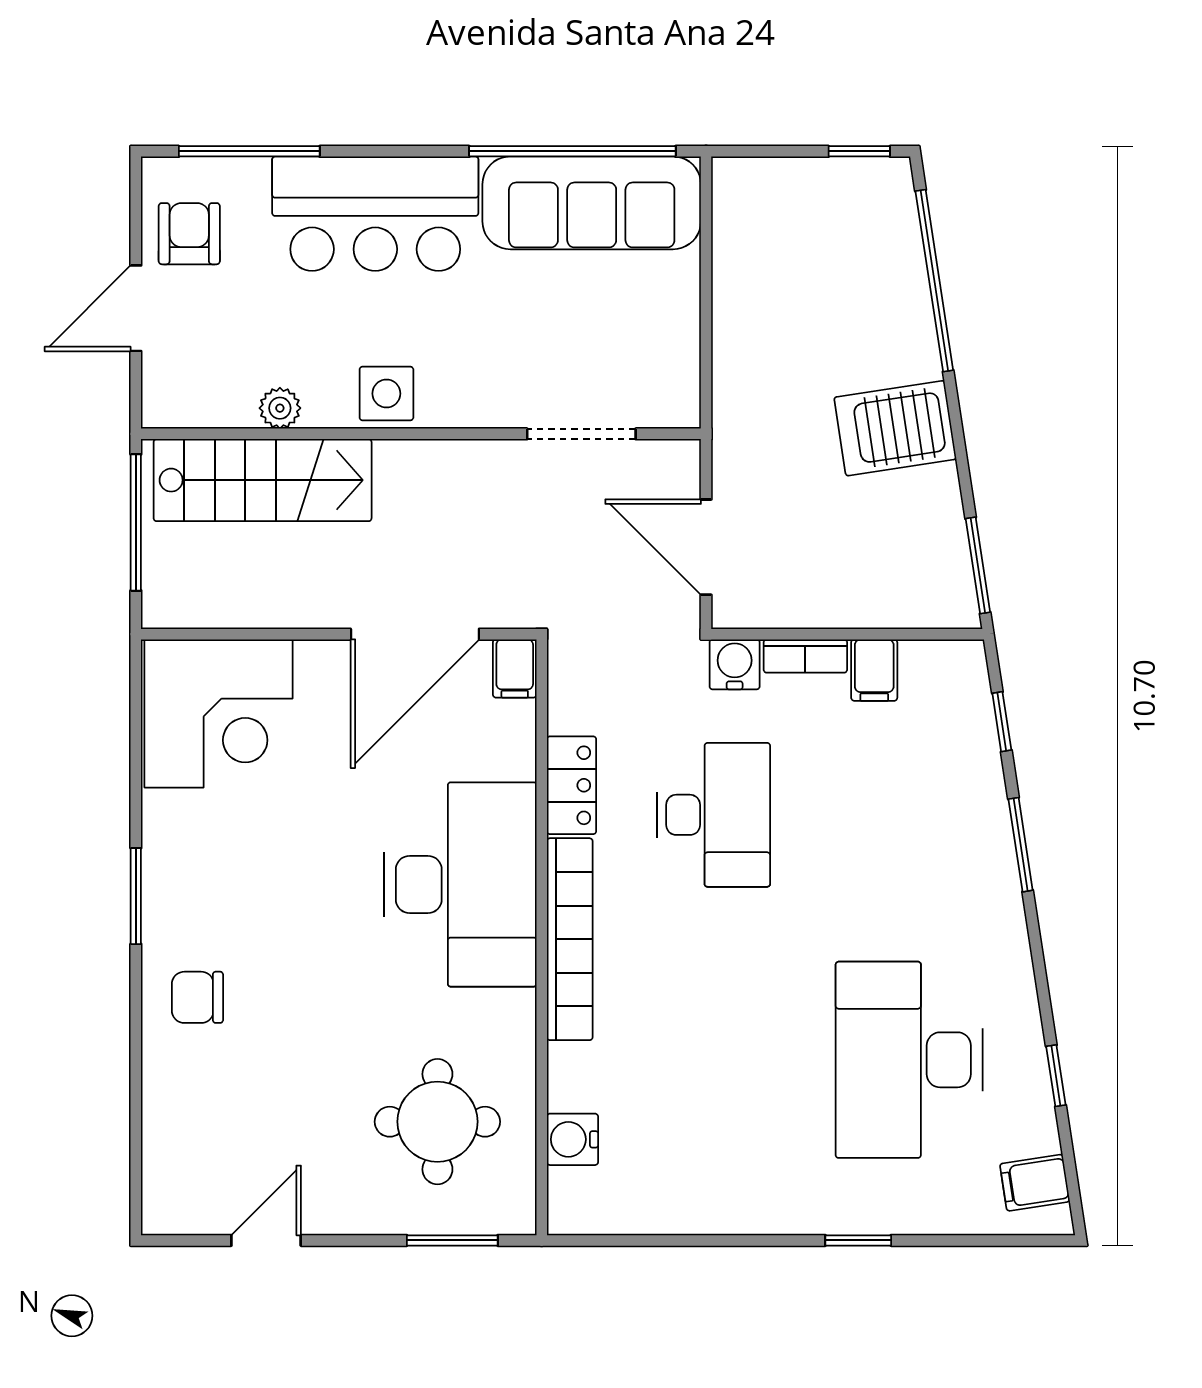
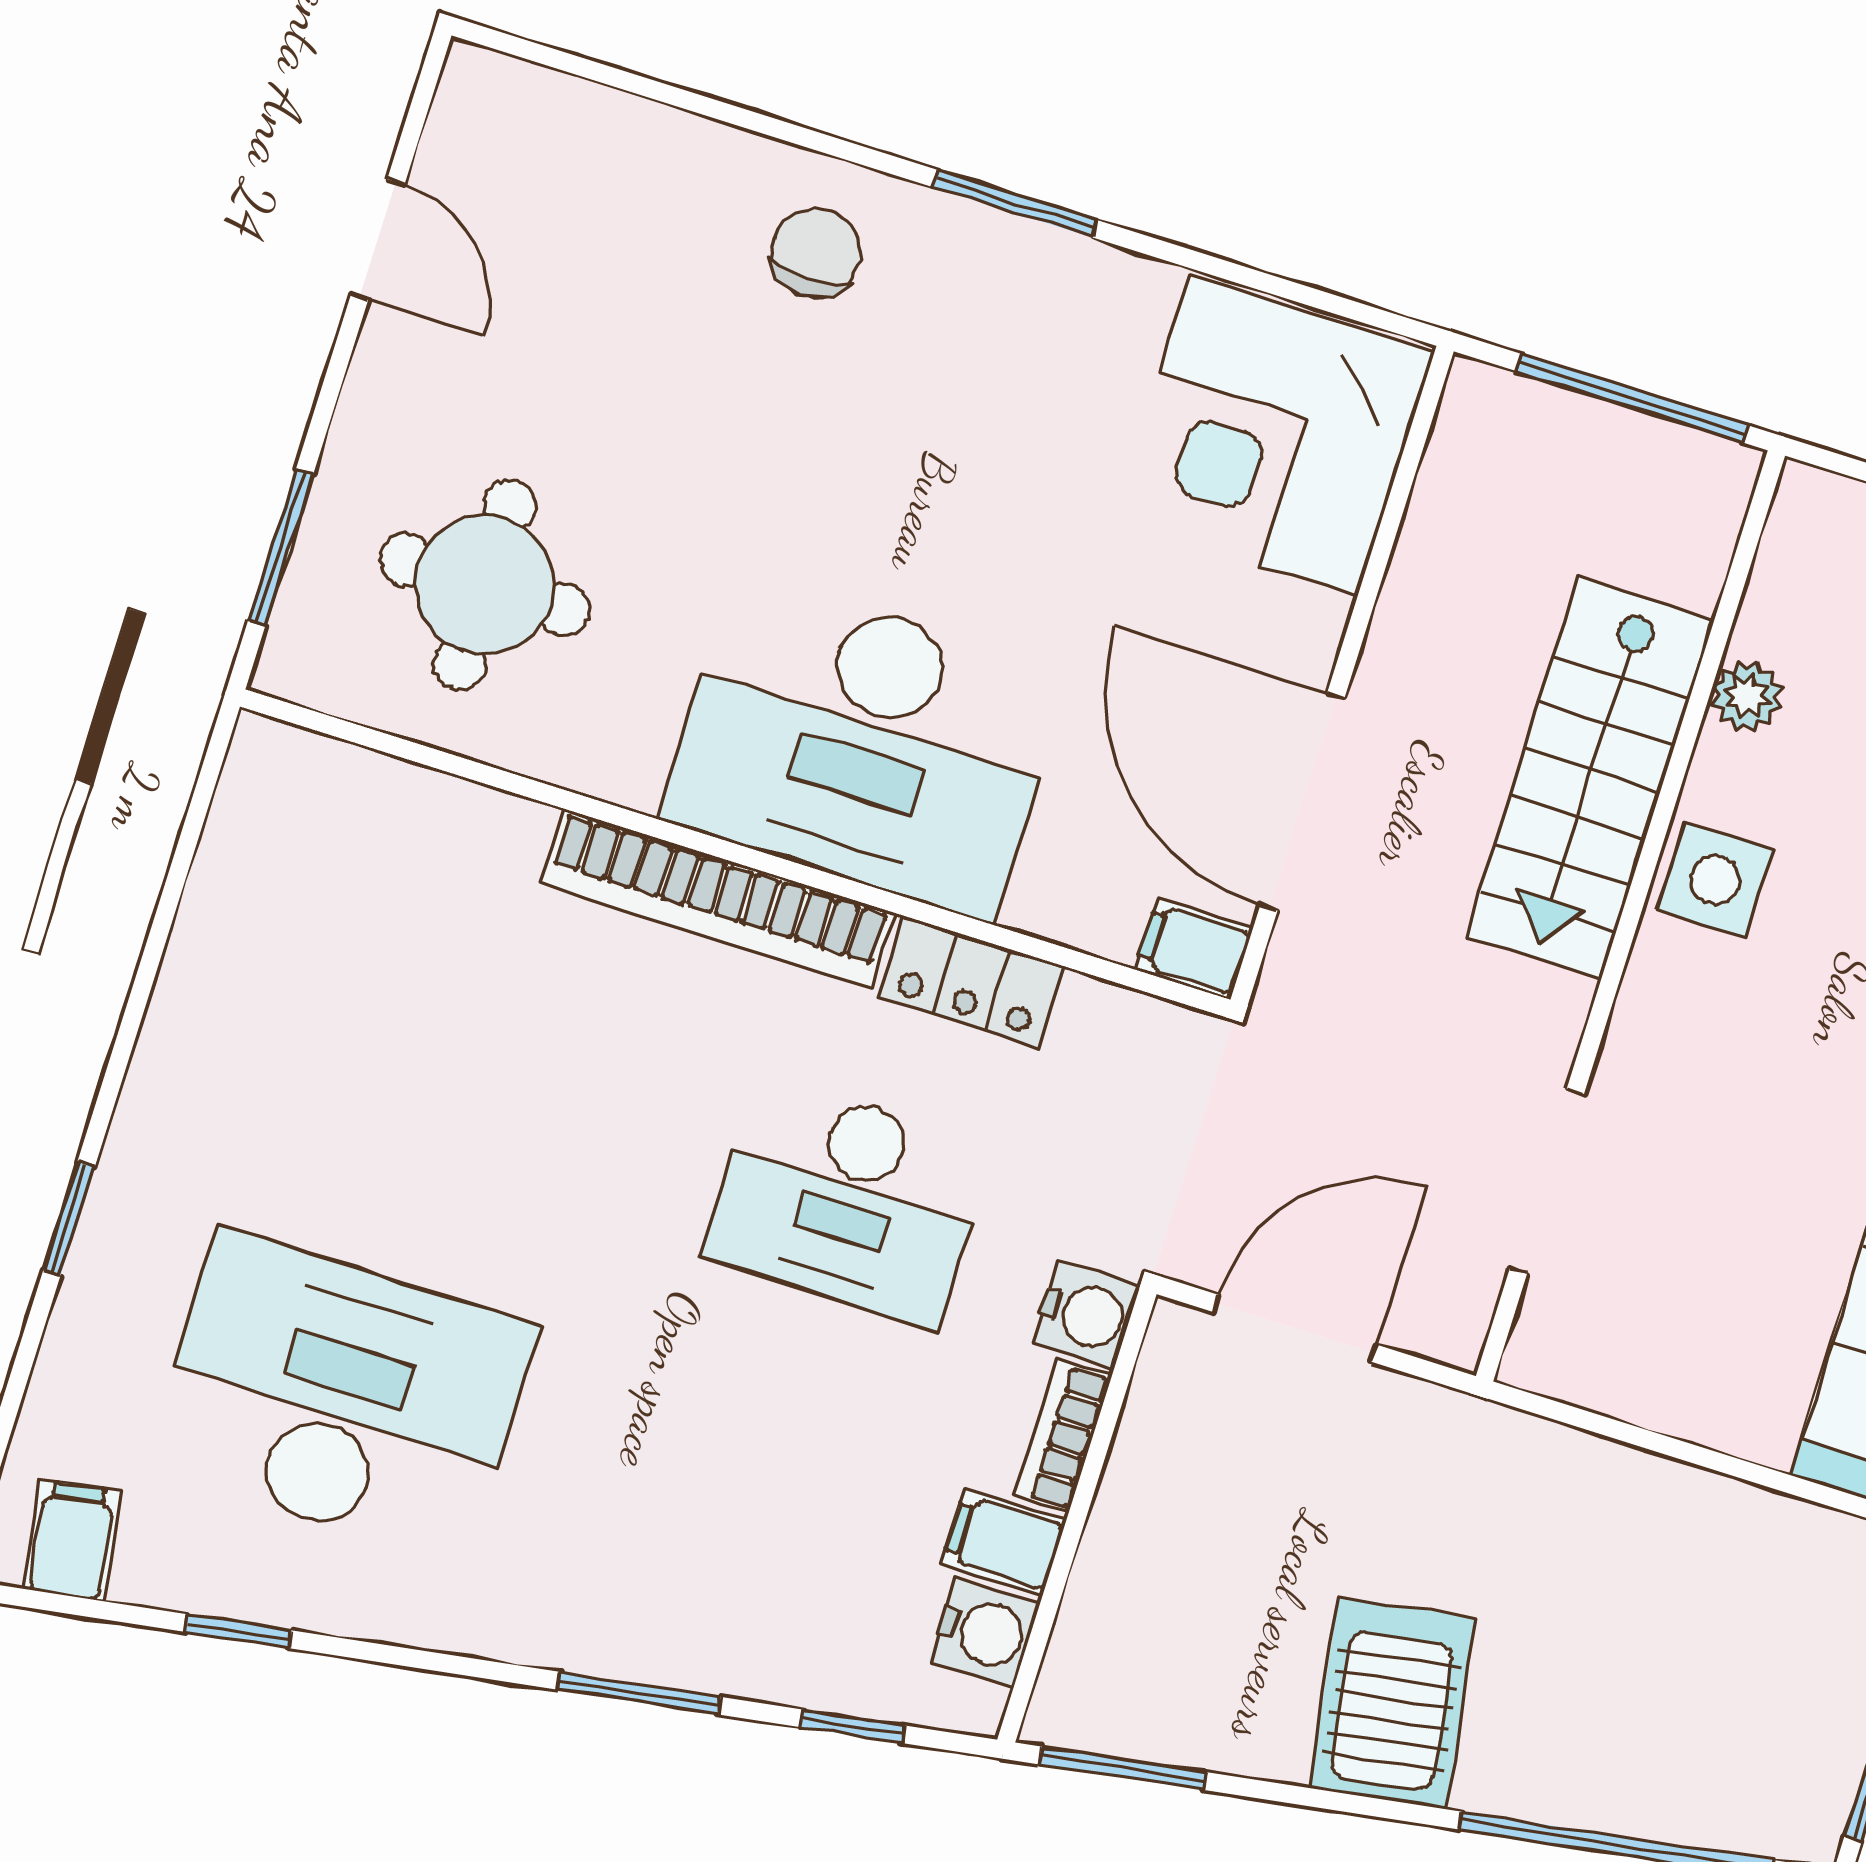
stairs: (263, 480) -> (1590, 778), moved
water cooler: (572, 1139) -> (984, 1632), moved, turned 90

